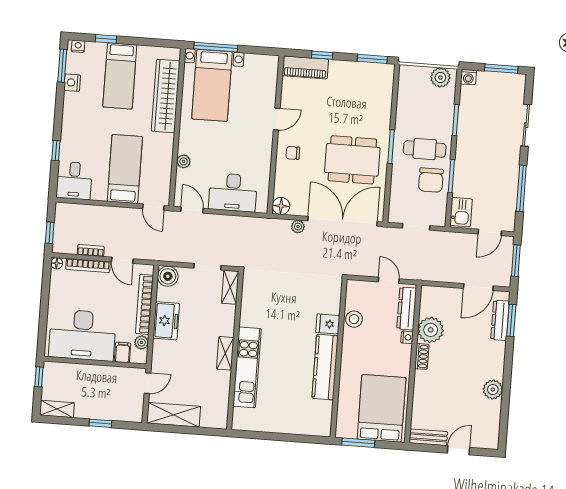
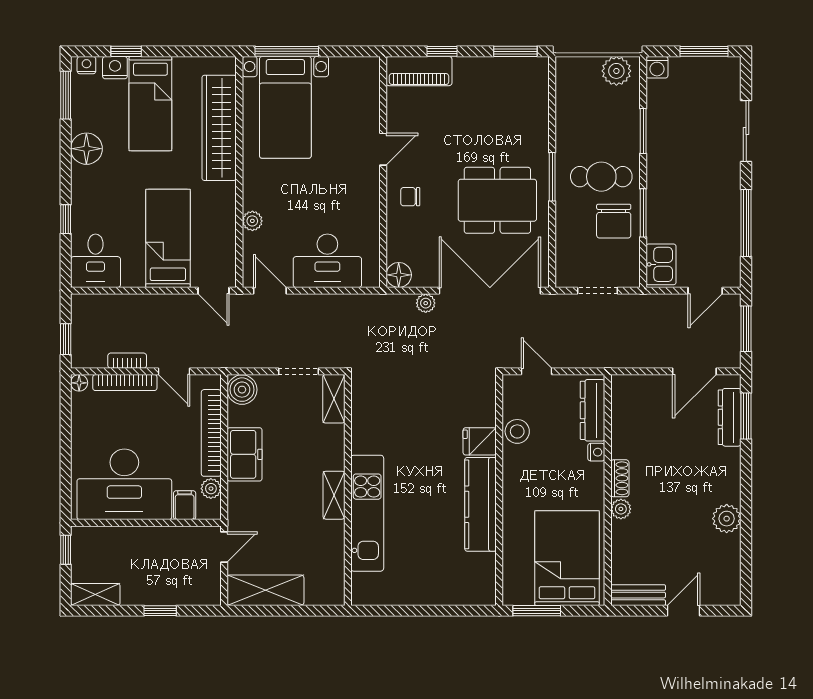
nightstand: (72, 83) -> (115, 68), moved, turned 90
floor lamp: (74, 103) -> (86, 149), added
door: (389, 280) -> (537, 371), moved
plant: (431, 330) -> (621, 509), moved, width x0.53, depth x0.53

